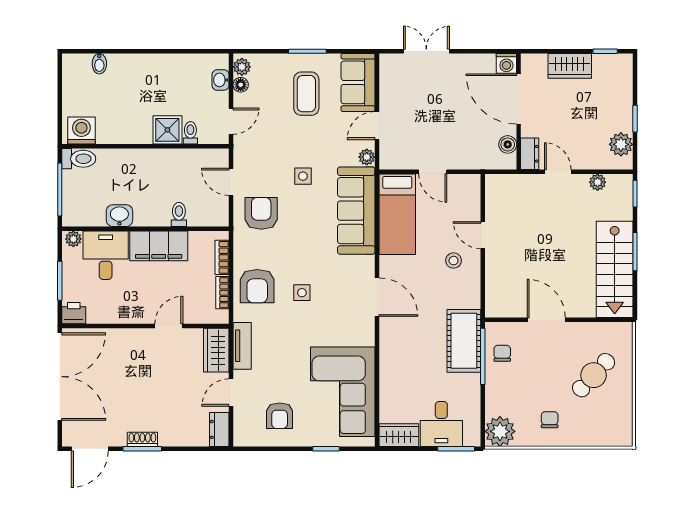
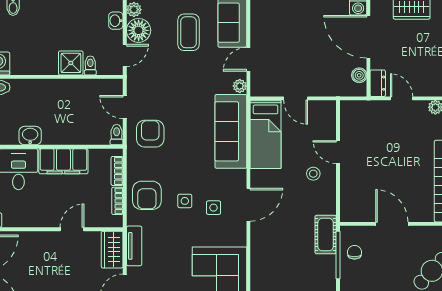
floor lamp: (241, 85) -> (139, 30), width x1.89, depth x1.89
side table: (303, 176) -> (214, 208), moved
toilet: (179, 214) -> (117, 135), moved
door: (377, 297) -> (248, 205), hinge flipped
cot: (464, 341) -> (326, 235), width x0.73, depth x0.75

